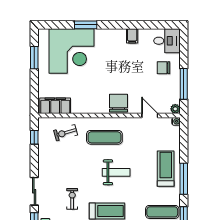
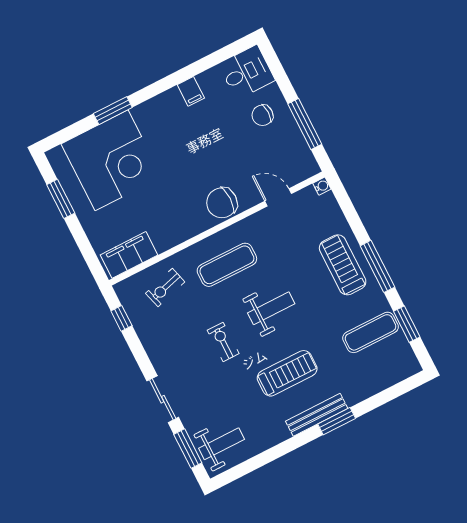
chair: (118, 103) -> (222, 203), turned -90
plant: (175, 109) -> (311, 168), removed
exercise bike: (72, 199) -> (223, 342), moved

